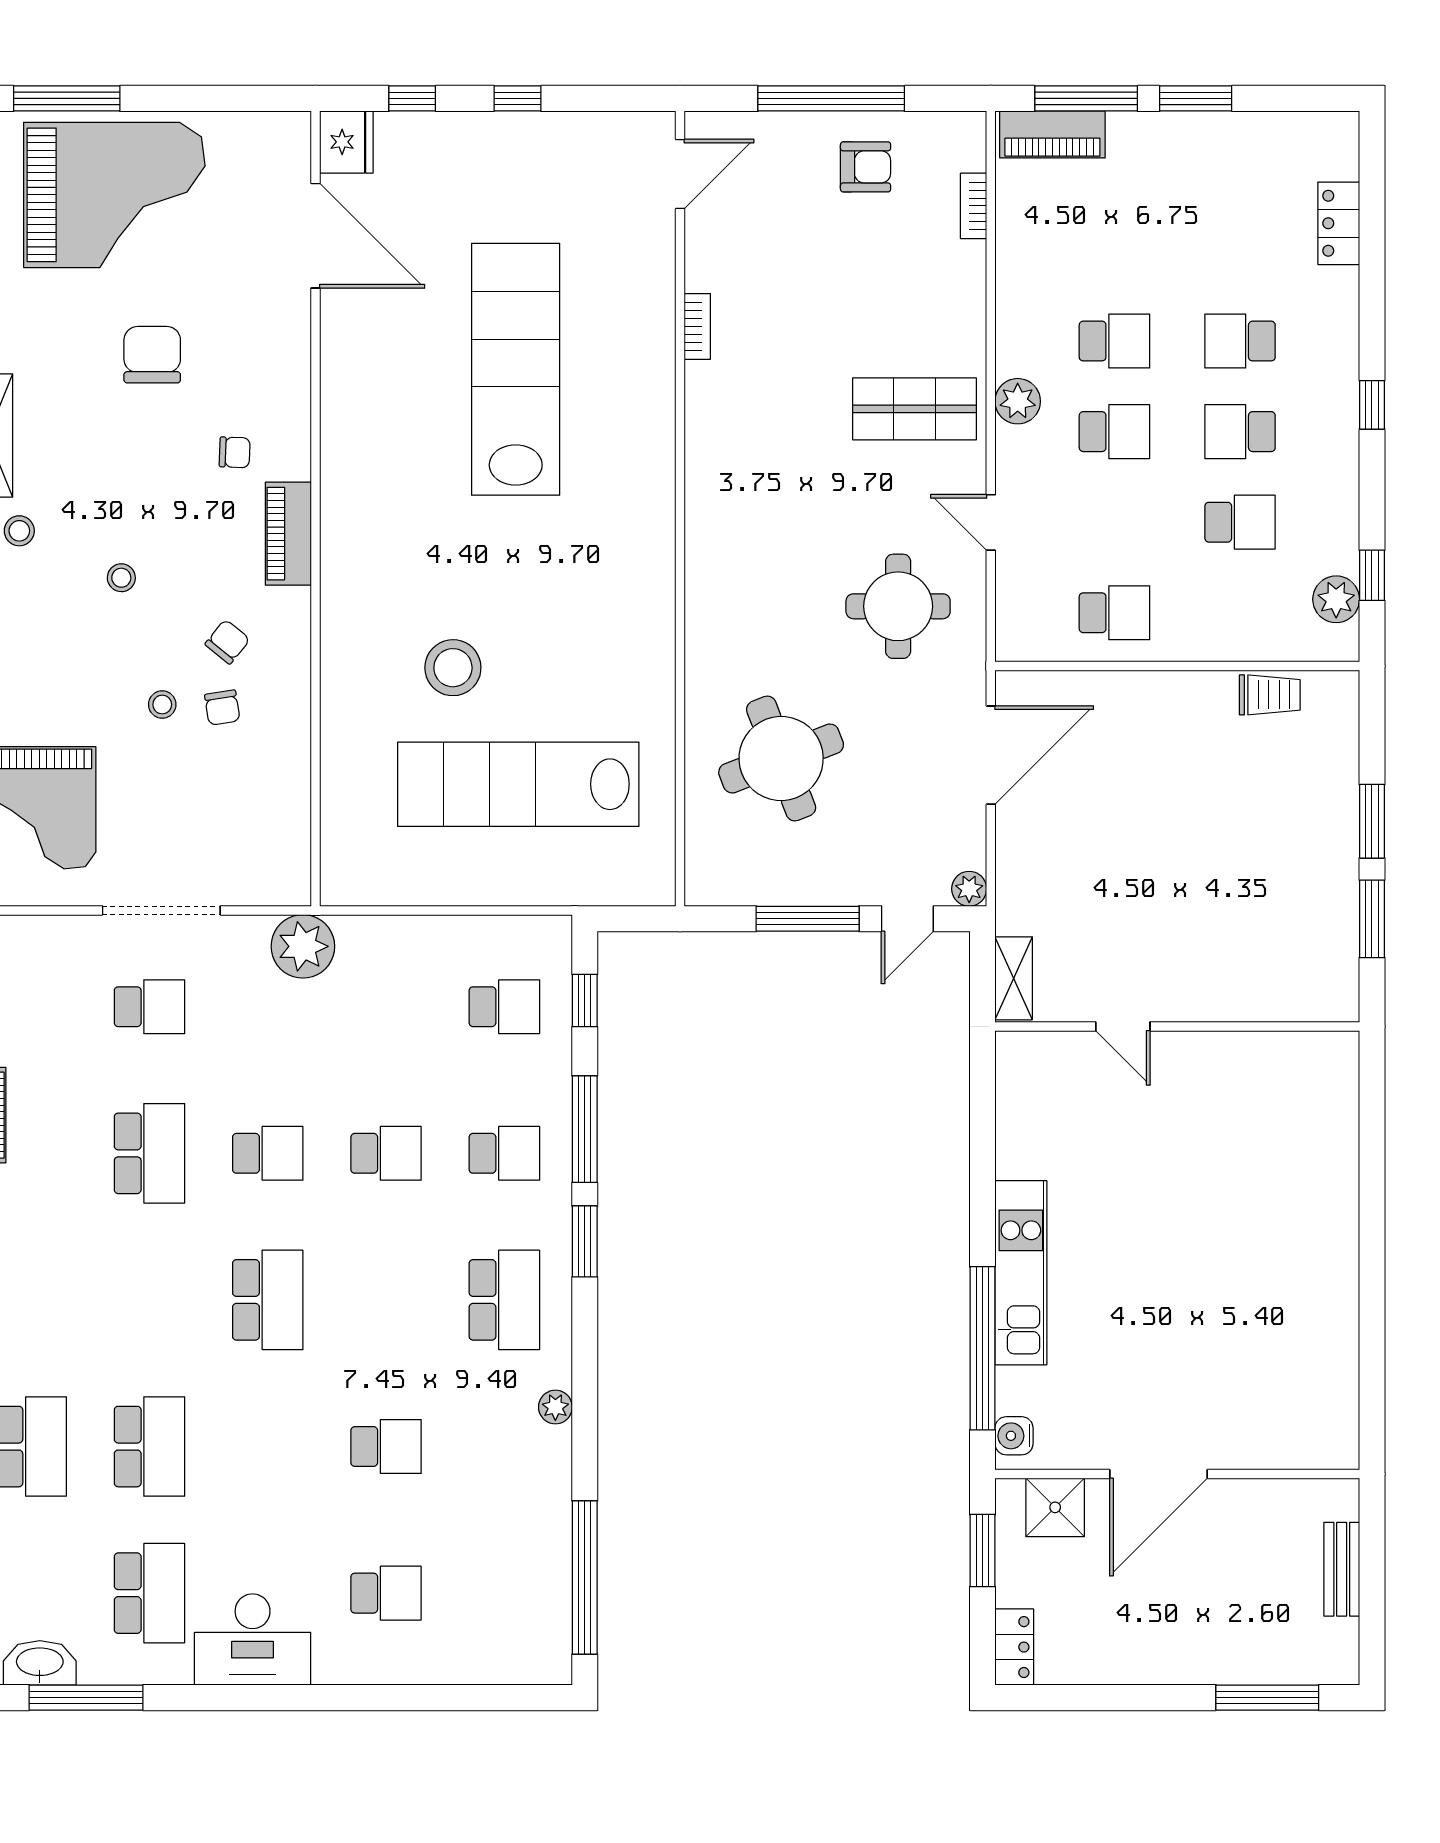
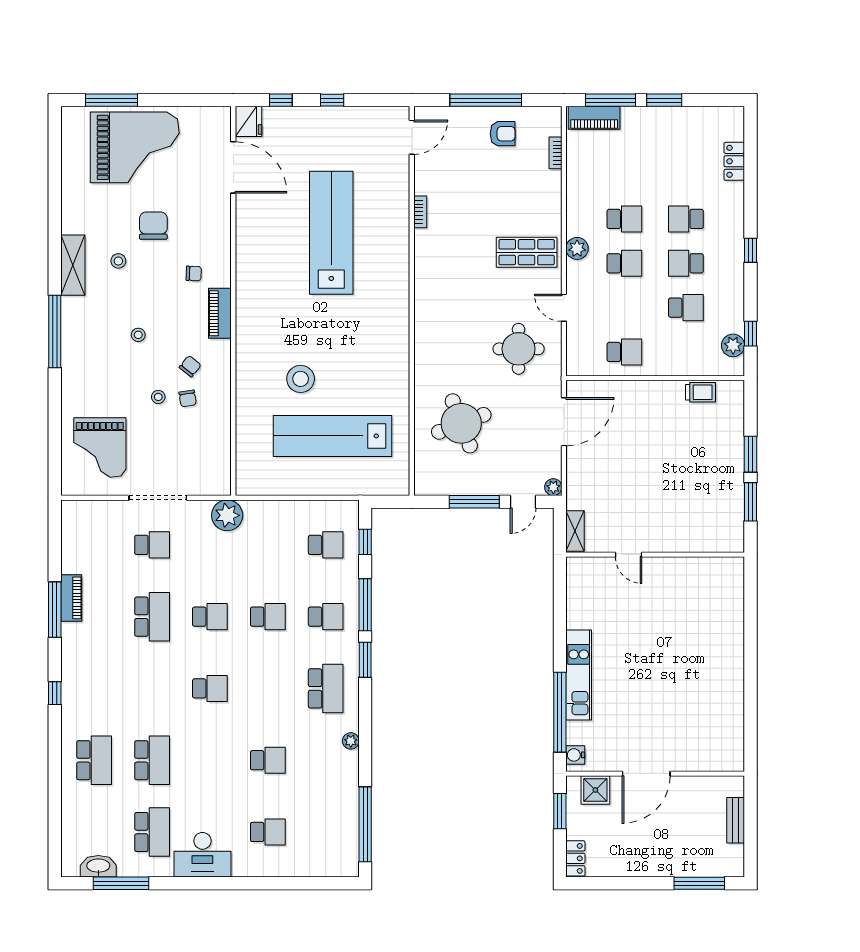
stool: (19, 531) -> (118, 261), moved
school desk: (268, 1300) -> (210, 688), width x0.54

